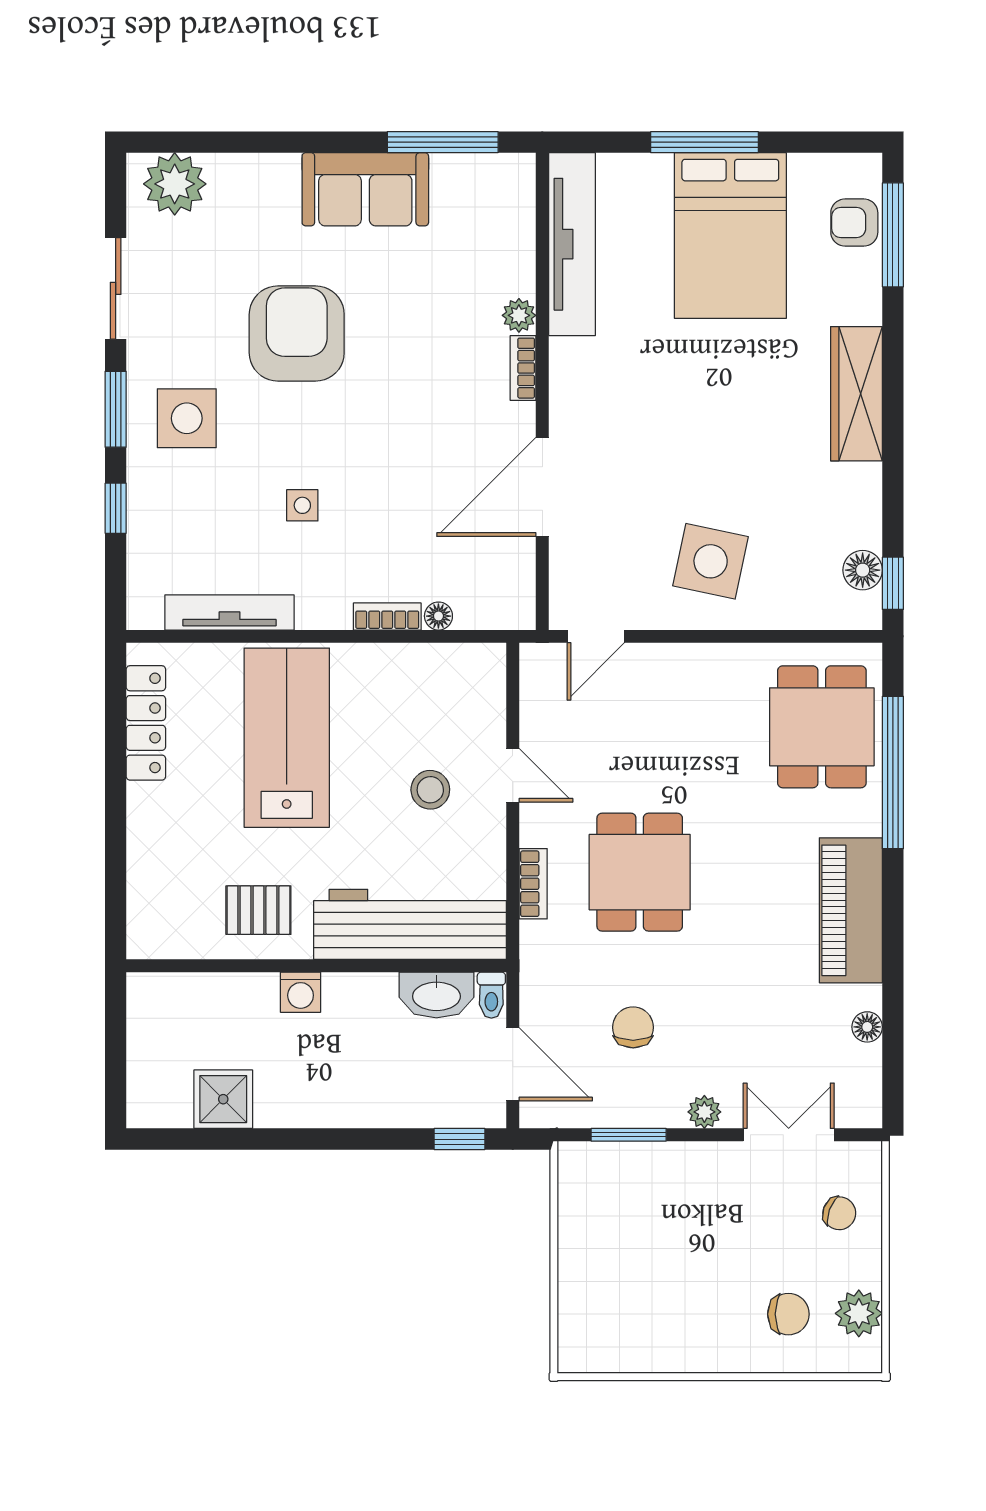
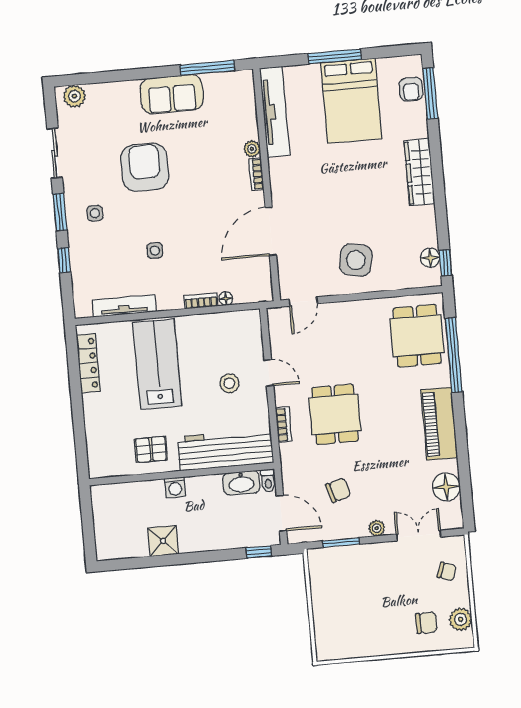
plant: (175, 184) -> (74, 96), width x0.73, depth x0.73
armchair: (854, 223) -> (411, 89), turned -90
side table: (187, 418) -> (95, 213), width x0.54, depth x0.54
chair: (633, 1027) -> (338, 490), turned 73
floor lamp: (867, 1027) -> (446, 487), width x1.89, depth x1.89
shower: (223, 1099) -> (163, 541), moved

